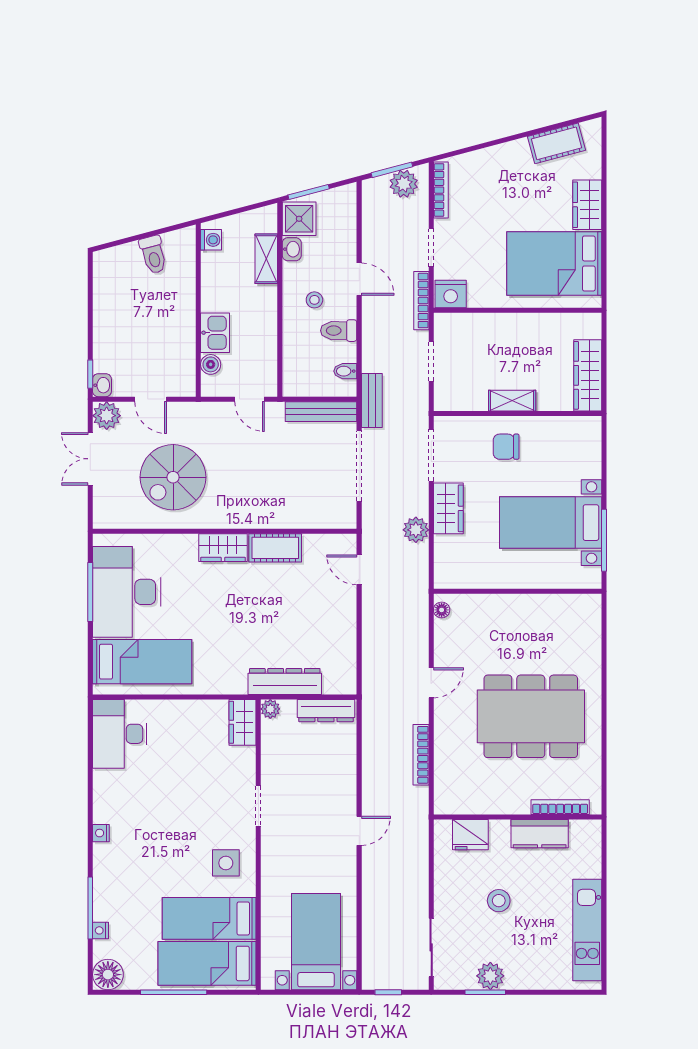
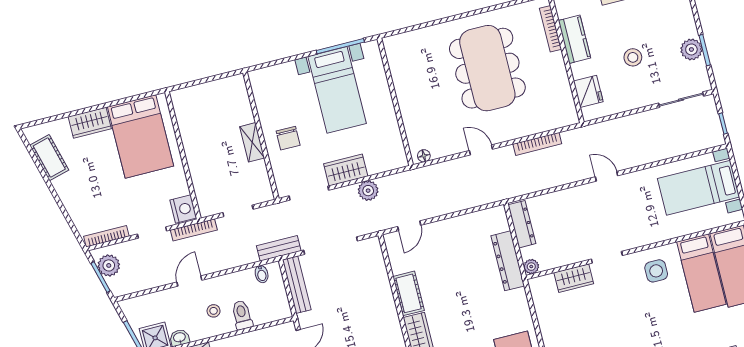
toilet: (339, 331) -> (242, 315), moved, turned 180
wardrobe: (588, 375) -> (219, 90), removed
wardrobe: (243, 722) -> (574, 278), moved

